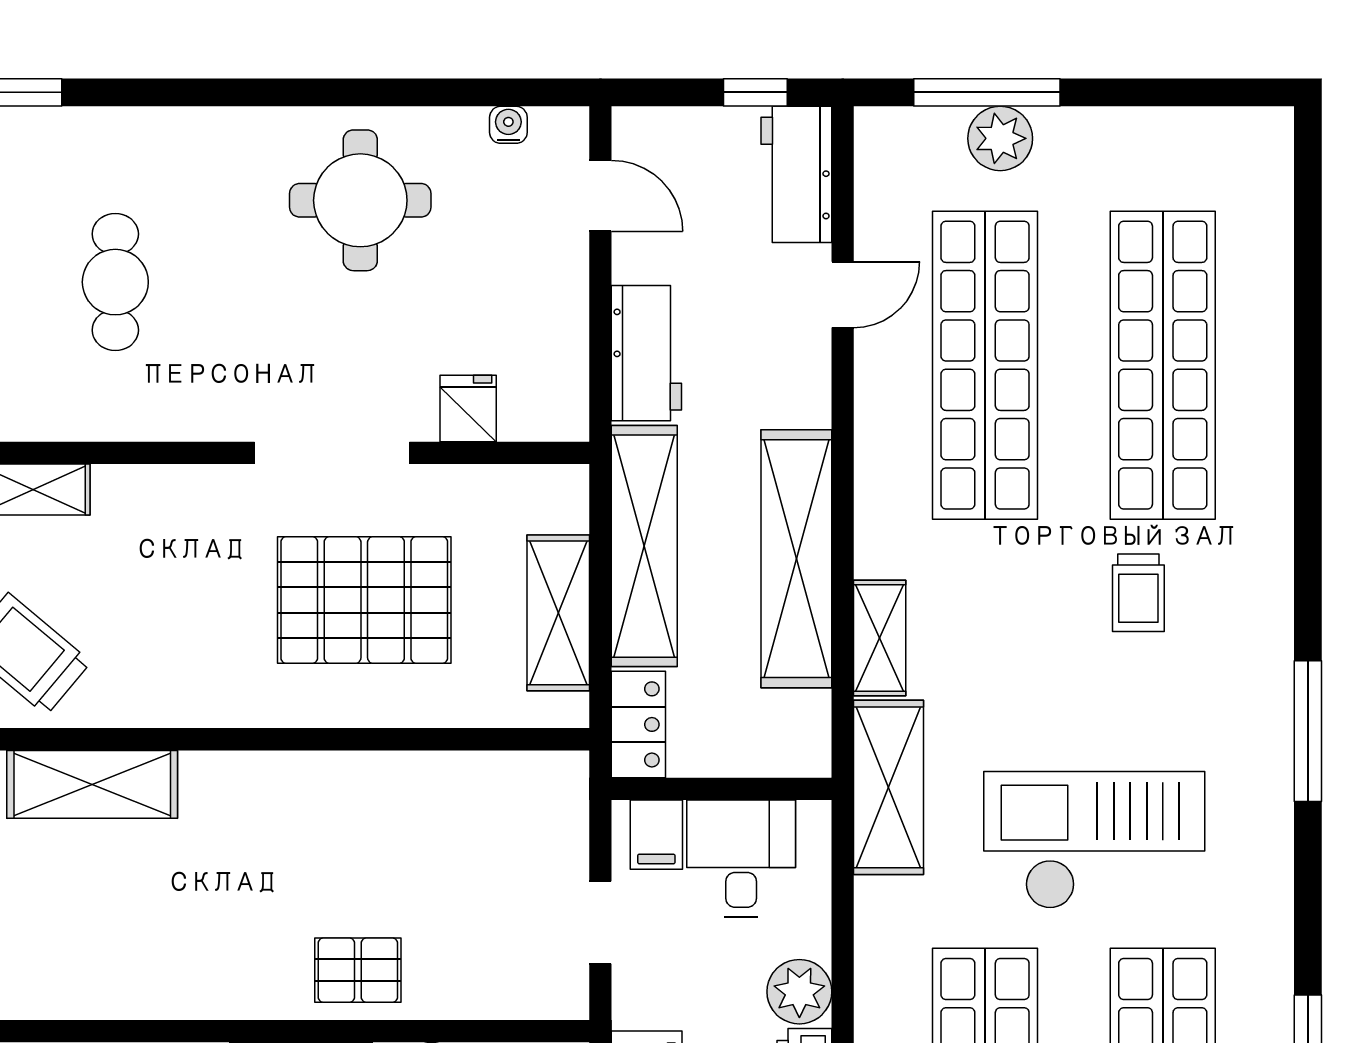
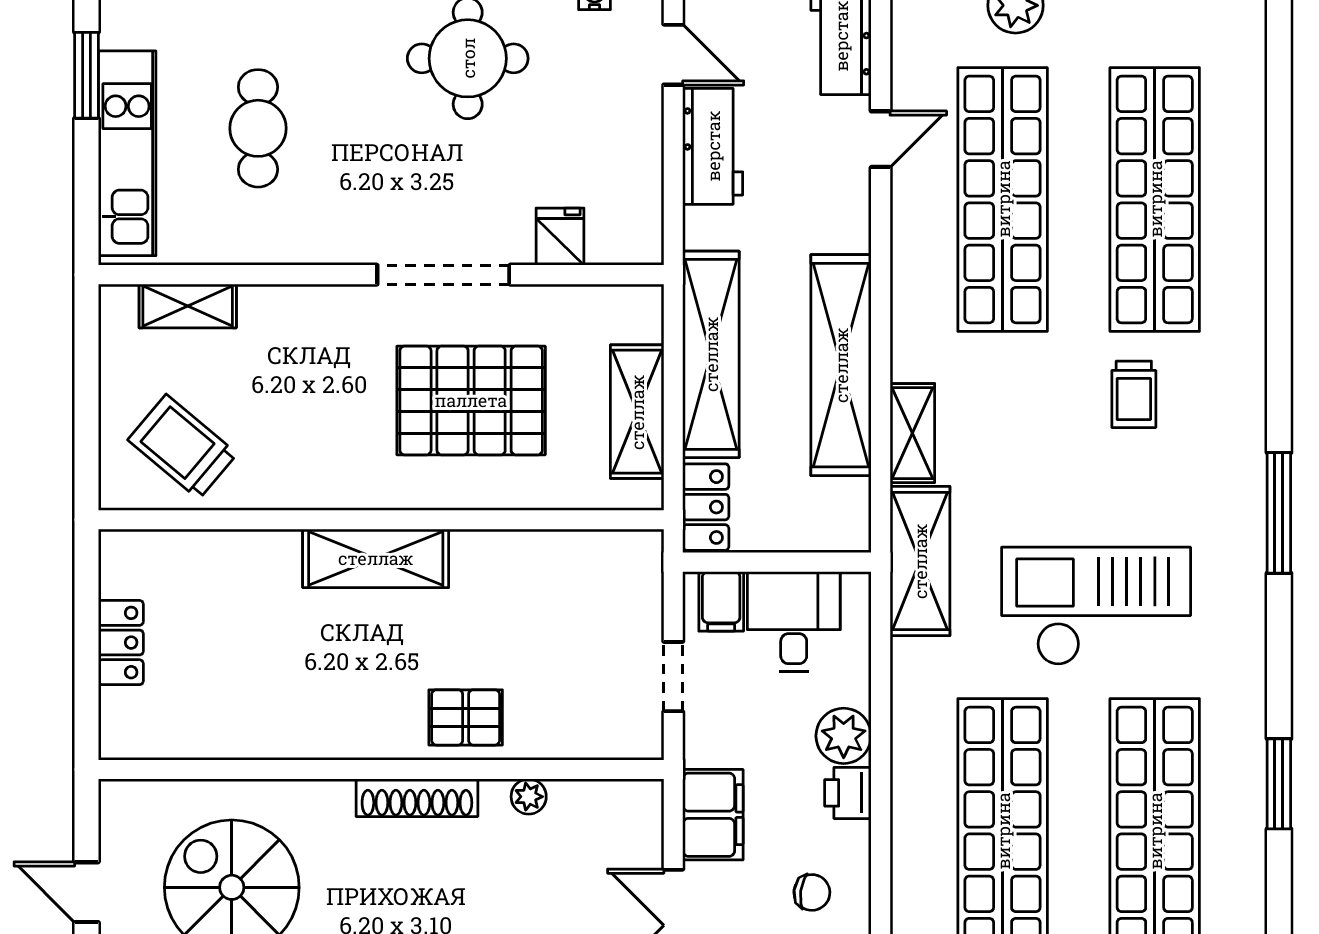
workbench: (646, 353) -> (713, 146), moved
shelving: (92, 784) -> (376, 558), moved

